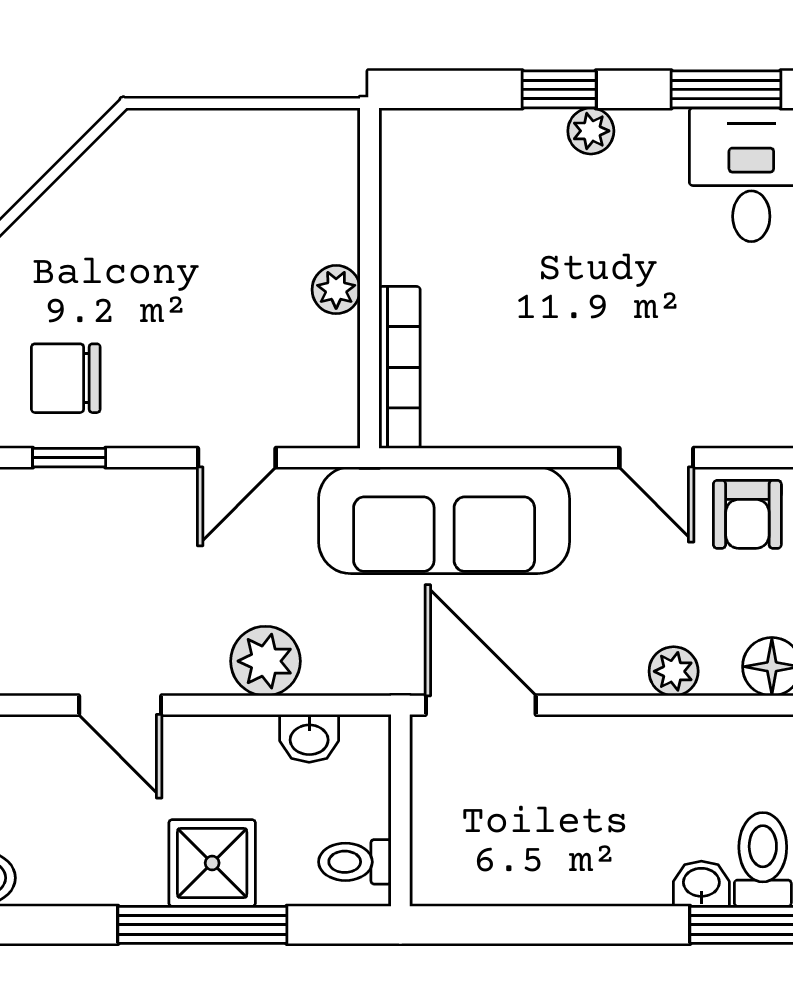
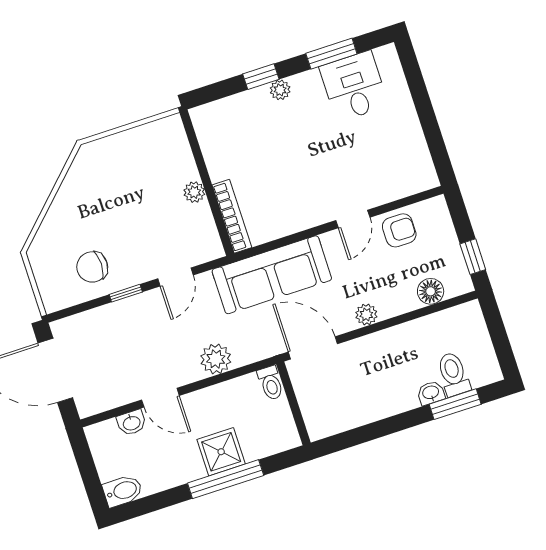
window: (69, 458) -> (126, 293), moved
door: (656, 458) -> (353, 219), hinge flipped
armchair: (747, 514) -> (399, 230), turned -90
plant: (674, 671) -> (366, 315), moved
washbasin: (309, 738) -> (131, 423), moved
toilet: (355, 862) -> (271, 383), moved, turned -90

